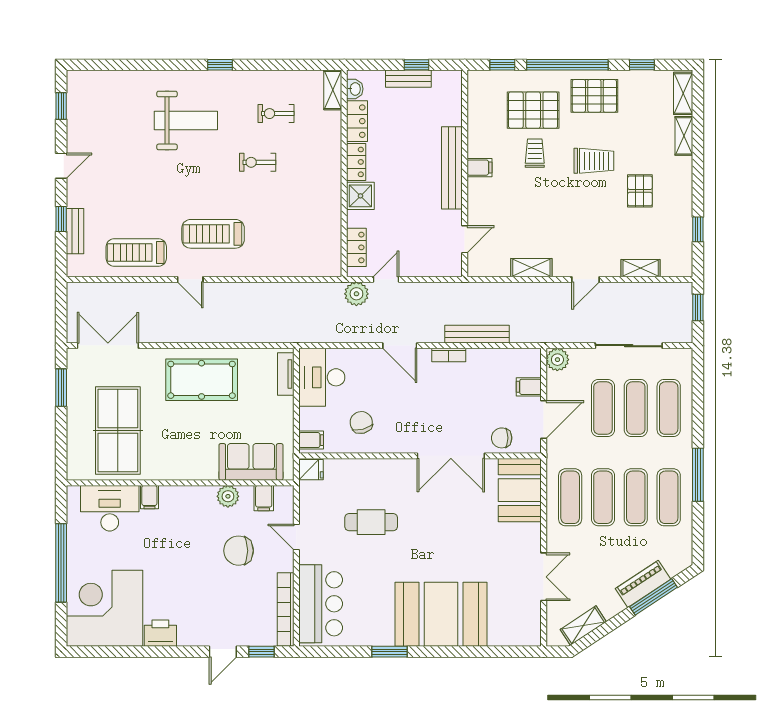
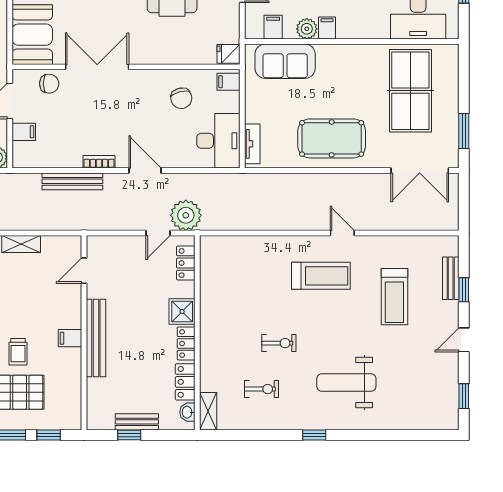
treadmill: (136, 252) -> (394, 297), moved, turned 90
plant: (356, 294) -> (186, 215), width x1.36, depth x1.36
filing cabinet: (149, 497) -> (327, 28), moved

